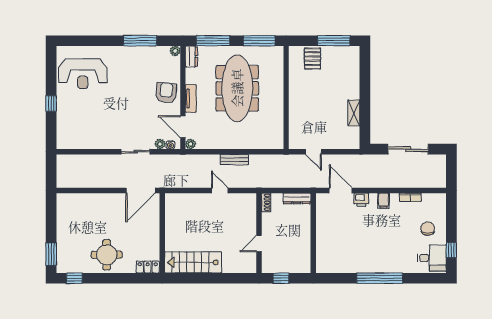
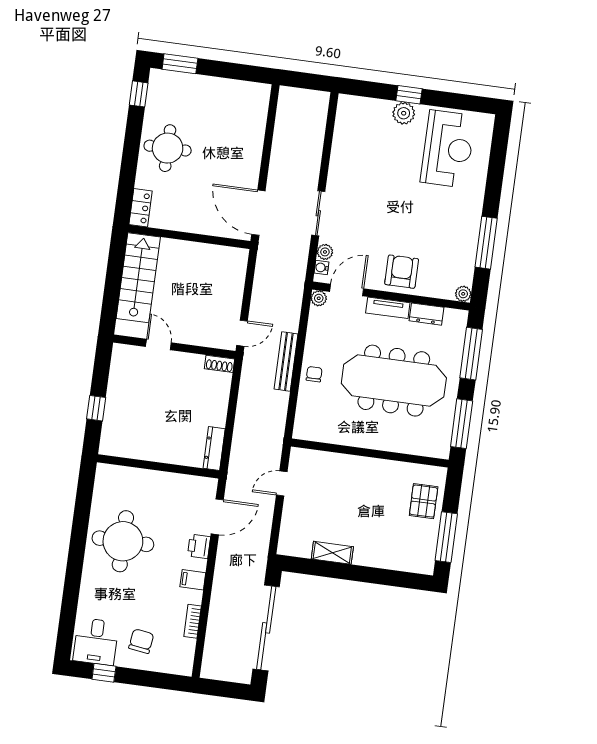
dresser: (191, 57) -> (426, 314), moved
pallet: (312, 59) -> (424, 501), turned 90
reception desk: (83, 74) -> (448, 149), turned 180
armchair: (166, 93) -> (402, 272), turned -95
plant: (64, 105) -> (404, 113), added
chair: (240, 140) -> (314, 374), added
sliding door: (408, 149) -> (266, 628), width x1.36
bench: (234, 160) -> (286, 361), width x1.36
shoe rack: (266, 202) -> (219, 364), moved
chair: (428, 229) -> (141, 641), turned -82
wall: (259, 233) -> (174, 347), moved
door: (259, 244) -> (158, 345), moved
round table: (365, 249) -> (123, 541), added
window: (380, 278) -> (76, 558), removed

